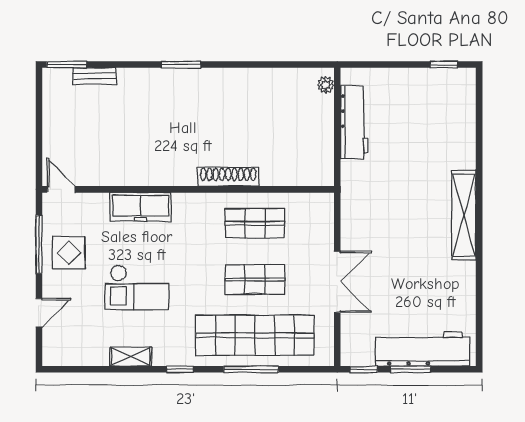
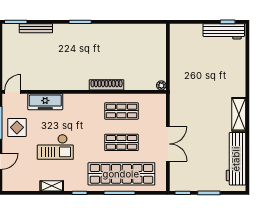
bench: (95, 76) -> (36, 28), width x1.36
plant: (326, 85) -> (161, 85), moved
workbench: (354, 122) -> (224, 31), moved, turned 90
door: (61, 189) -> (13, 92), hinge flipped
freezer: (141, 207) -> (45, 102), moved
shelving: (464, 215) -> (239, 114), width x0.68
workbench: (423, 349) -> (236, 159), moved, turned -90

